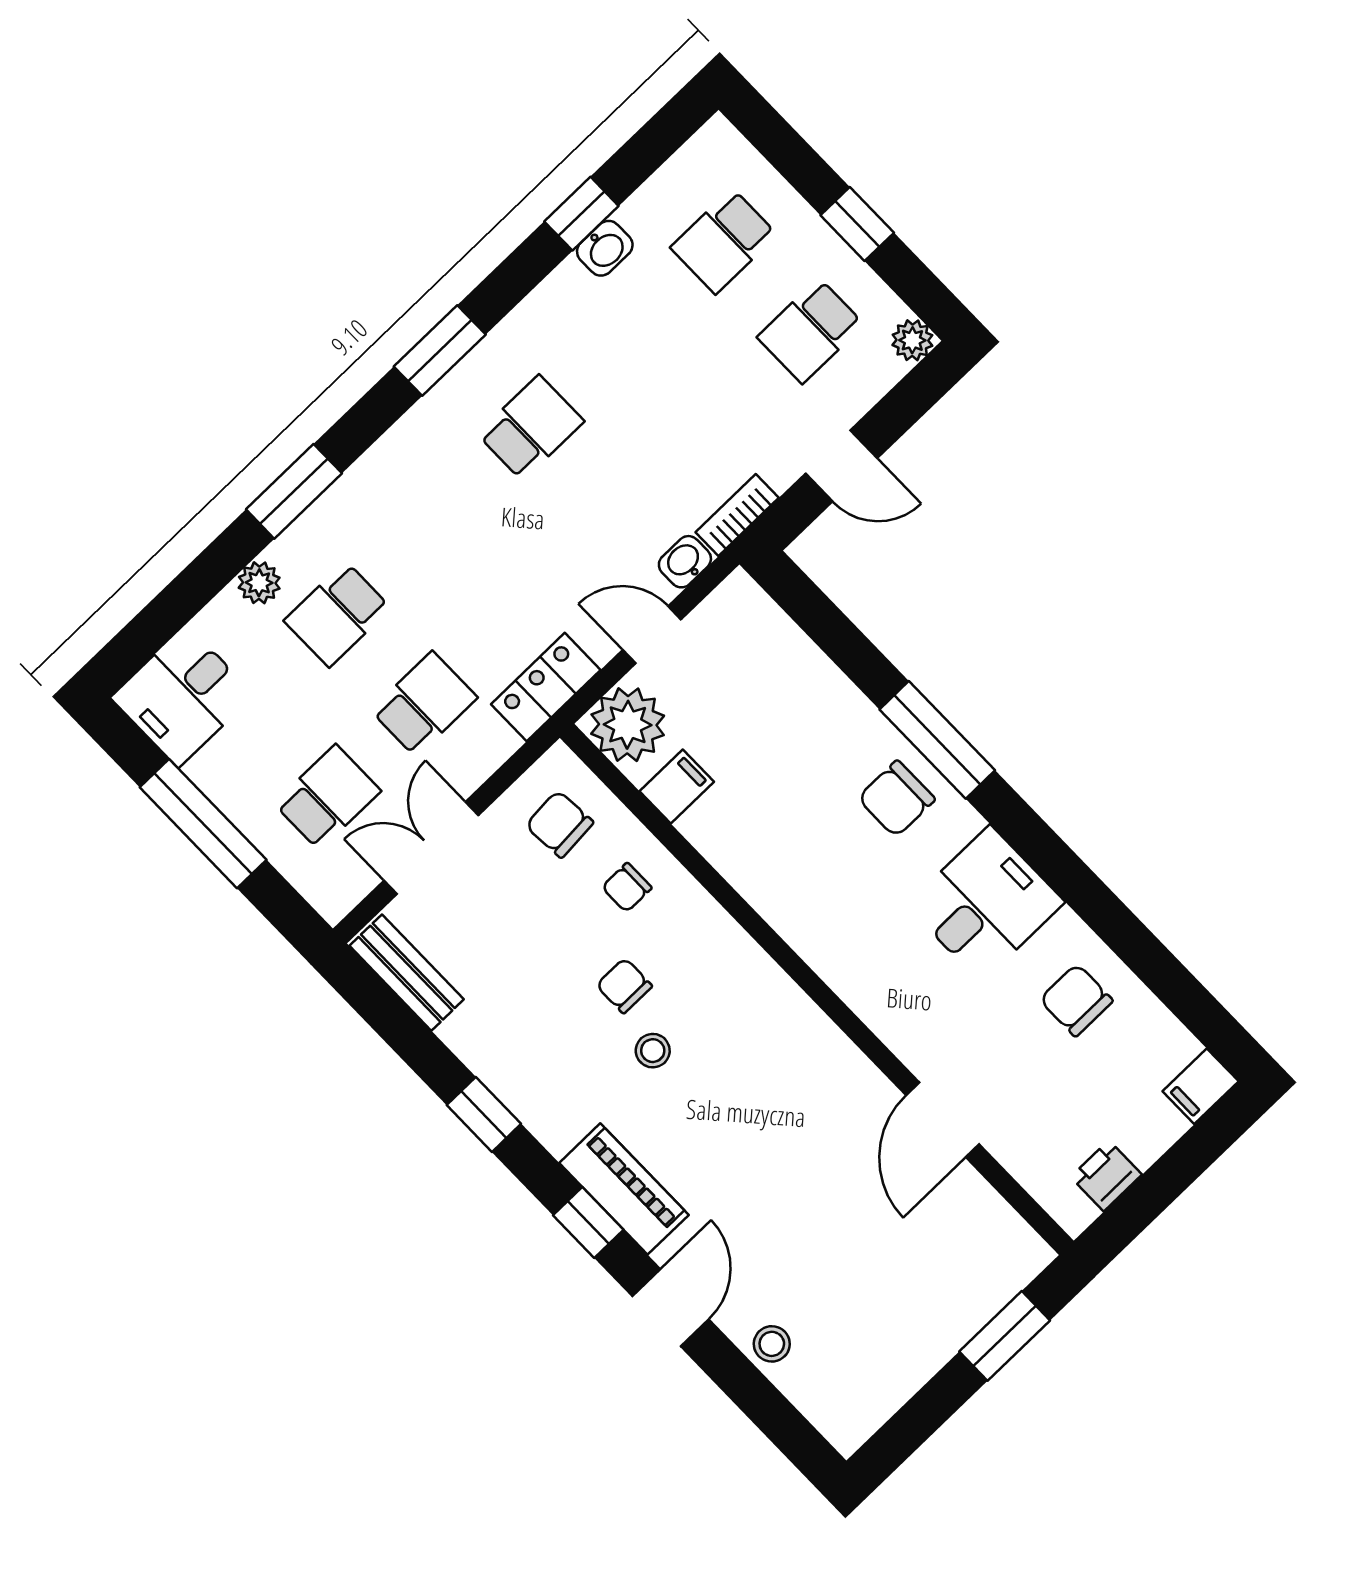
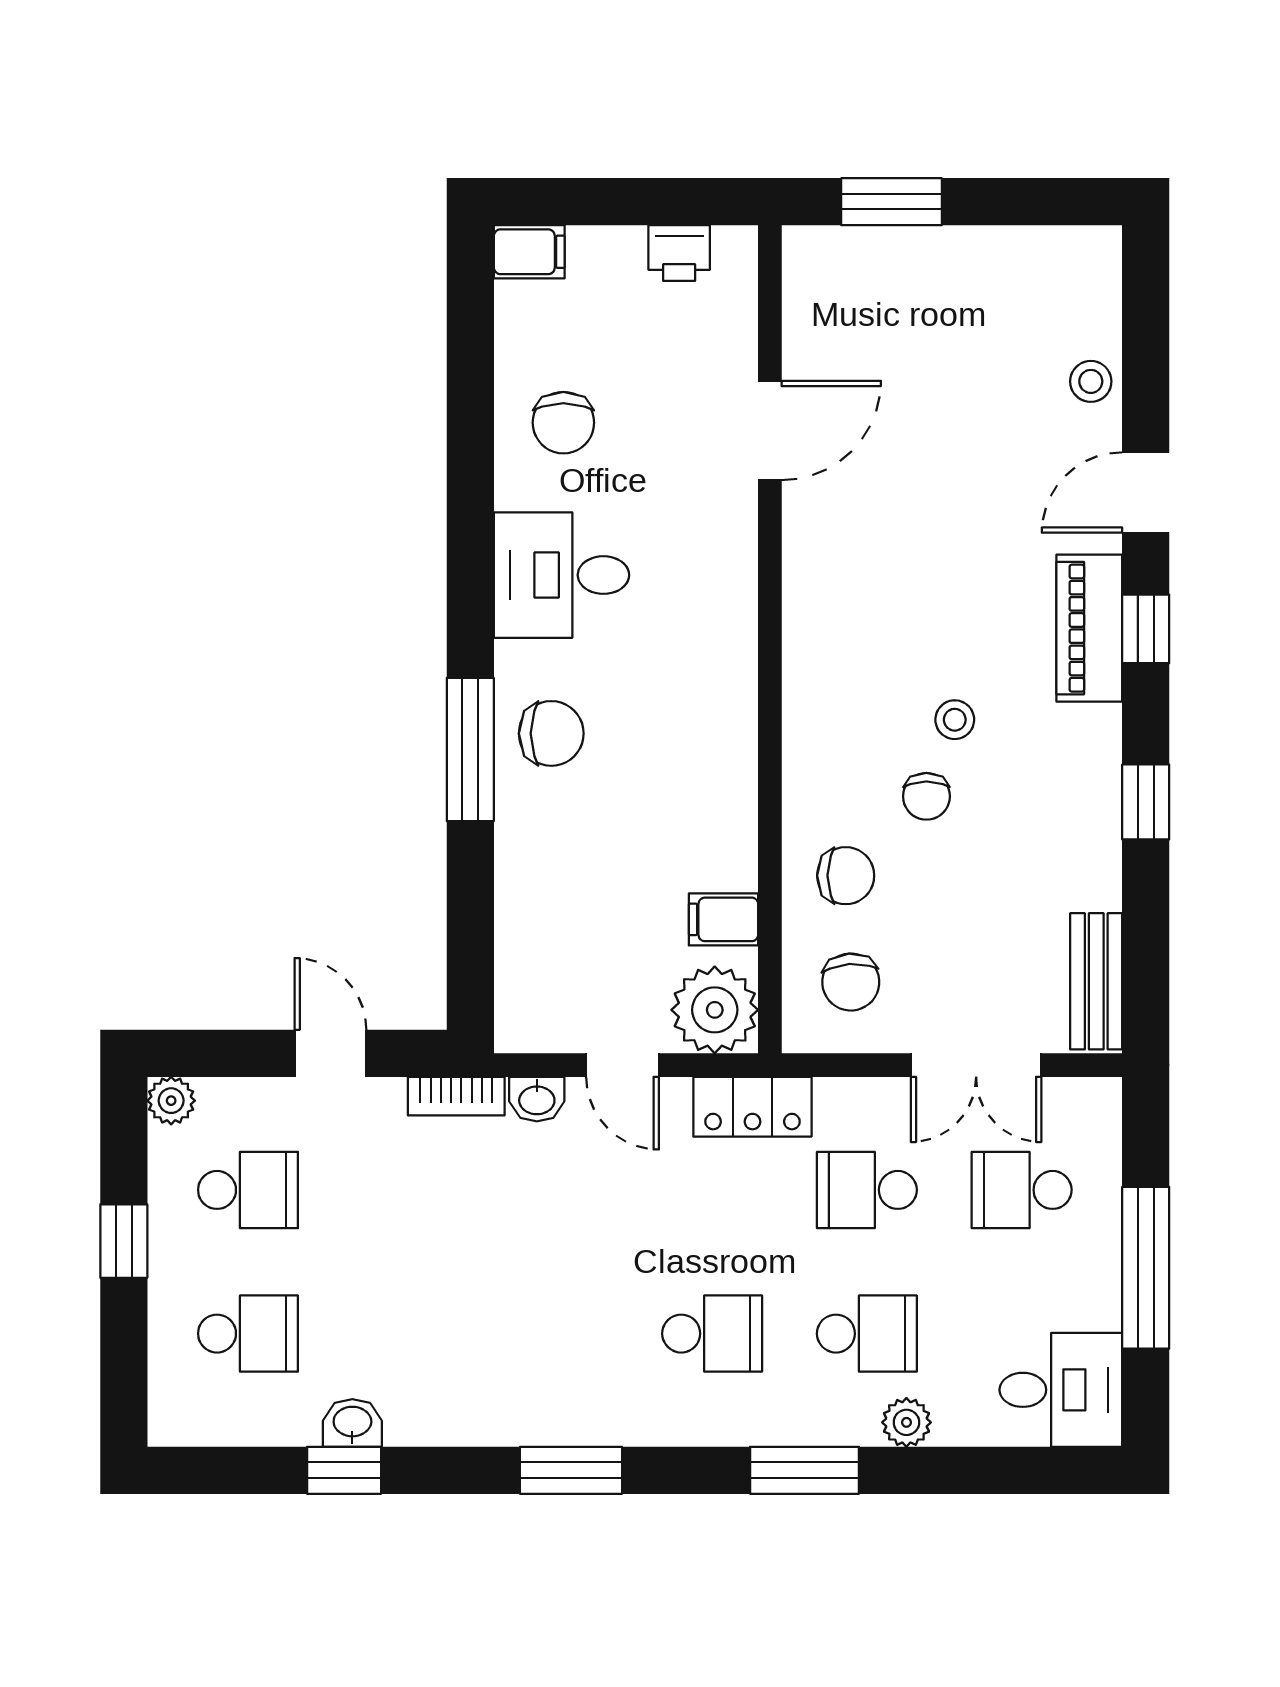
school desk: (531, 428) -> (712, 1334), moved, turned 180
chair: (627, 887) -> (846, 876), width x1.37, depth x1.37

